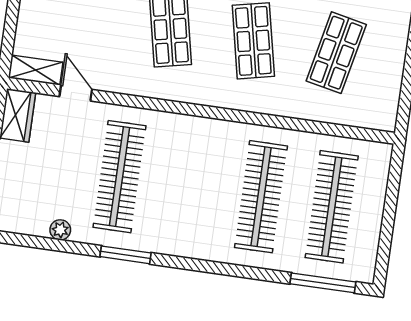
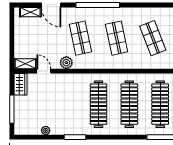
shop shelf: (336, 53) -> (153, 38), turned -33
plant: (130, 81) -> (66, 63), added
clothes rail: (120, 177) -> (99, 104), moved

